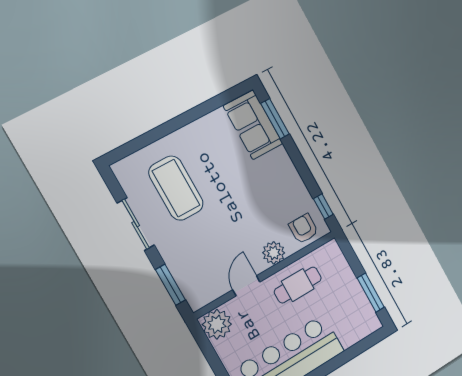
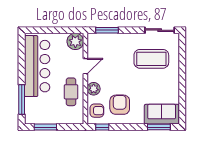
armchair: (275, 198) -> (120, 105), added
sliding door: (136, 224) -> (160, 30), moved
door: (246, 286) -> (85, 66), hinge flipped
window: (351, 353) -> (22, 100), added

